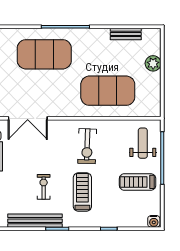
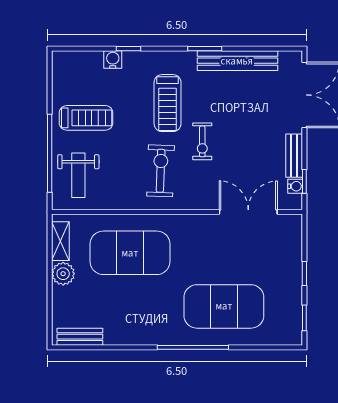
bench: (126, 34) -> (80, 337), moved
plant: (153, 63) -> (63, 274), moved
shelving: (155, 99) -> (60, 241), added
exercise bike: (44, 187) -> (202, 141), moved
water cooler: (154, 221) -> (113, 60), moved

